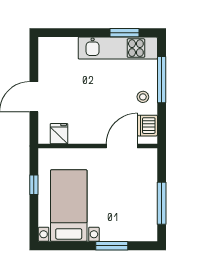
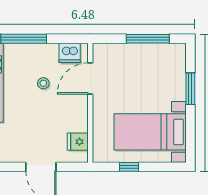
stool: (143, 97) -> (43, 83), moved
door: (122, 146) -> (90, 79), hinge flipped

